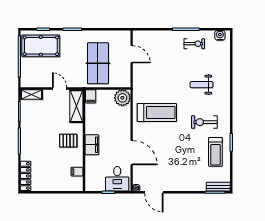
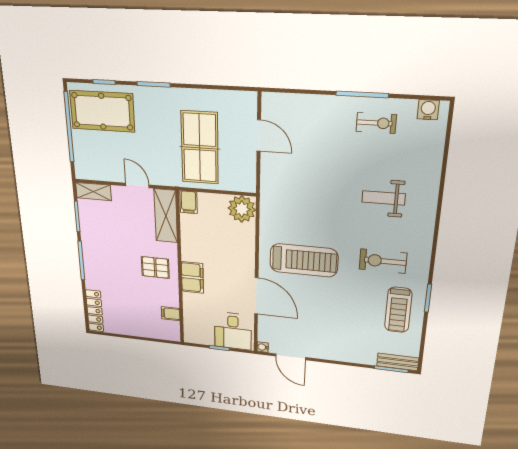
treadmill: (157, 113) -> (304, 260), moved

